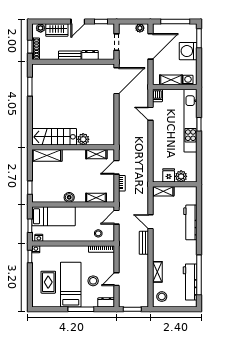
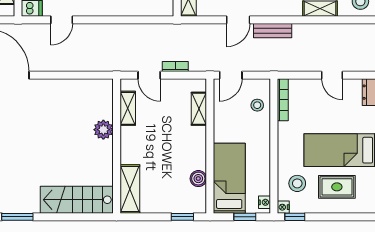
stairs: (54, 137) -> (77, 200), moved, turned 90
boiler: (69, 197) -> (198, 179), moved
door: (117, 217) -> (231, 75), hinge flipped
stool: (93, 281) -> (297, 183), moved

